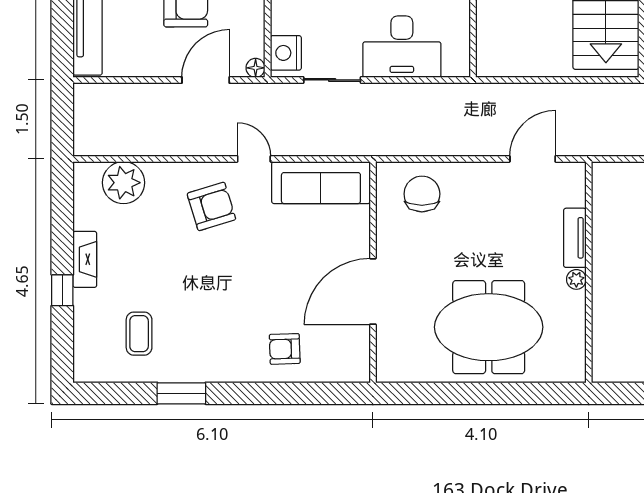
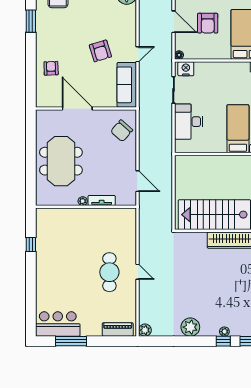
door: (206, 80) -> (174, 22), moved
chair: (422, 194) -> (122, 131), turned 131
armchair: (211, 206) -> (100, 51), moved

